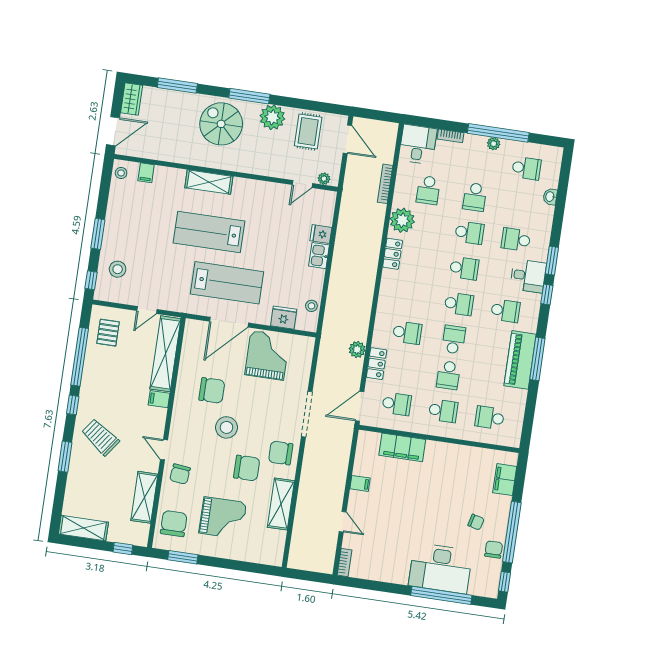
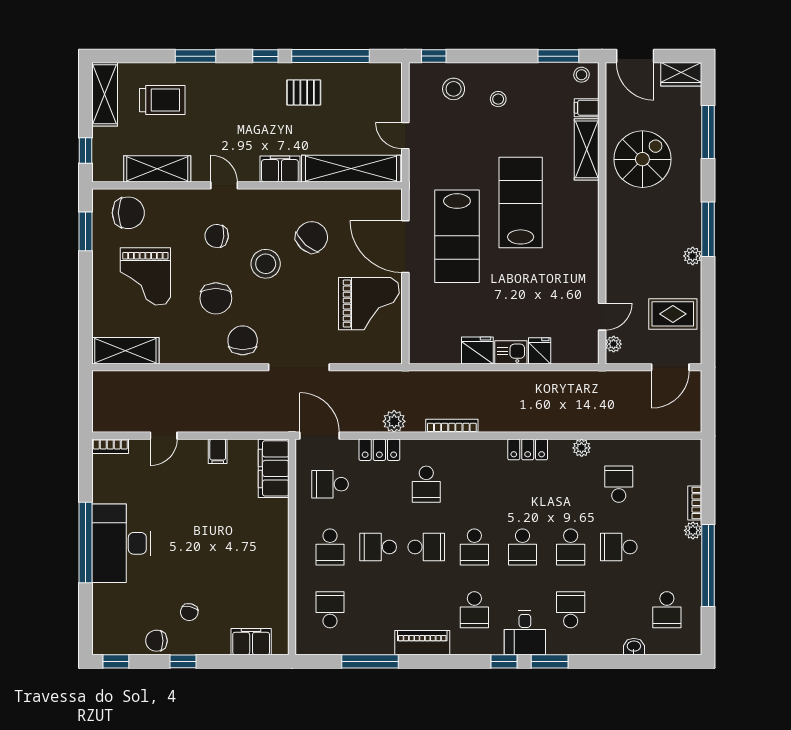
plant: (272, 117) -> (693, 256), width x0.53, depth x0.53
spiral stairs: (221, 124) -> (642, 159), moved
desk: (418, 144) -> (677, 462), removed
plant: (494, 144) -> (693, 530), moved
shelving: (209, 182) -> (587, 149), moved
door: (302, 184) -> (602, 317), swing flipped
bookcase: (385, 184) -> (452, 426), moved
school desk: (428, 190) -> (619, 484), turned 90
plant: (402, 220) -> (582, 448), width x0.53, depth x0.53
window: (98, 234) -> (558, 56), moved
stool: (311, 306) -> (498, 99), moved
fridge: (284, 318) -> (477, 351), moved, turned -90
pallet: (108, 333) -> (304, 92), moved
window: (537, 359) -> (370, 661), moved
piano: (520, 360) -> (422, 643), width x0.73, depth x0.75
chair: (212, 390) -> (312, 237), turned -138
filing cabinet: (159, 399) -> (280, 169), width x2.00
school desk: (397, 404) -> (330, 484), turned 90
trolley: (100, 437) -> (162, 100), moved, turned 54
filing cabinet: (402, 447) -> (274, 468), moved
door: (164, 450) -> (224, 185), hinge flipped
chair: (180, 474) -> (217, 236), moved
shelving: (281, 504) -> (125, 351), moved
window: (512, 532) -> (183, 661), width x0.32
chair: (494, 550) -> (156, 641), turned 180
desk: (440, 568) -> (121, 543), moved
window: (441, 595) -> (86, 543), moved

